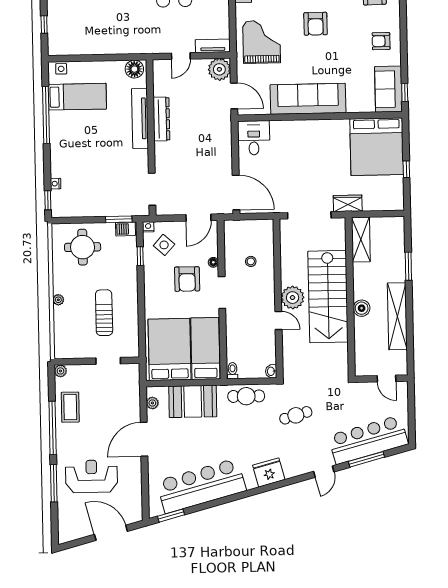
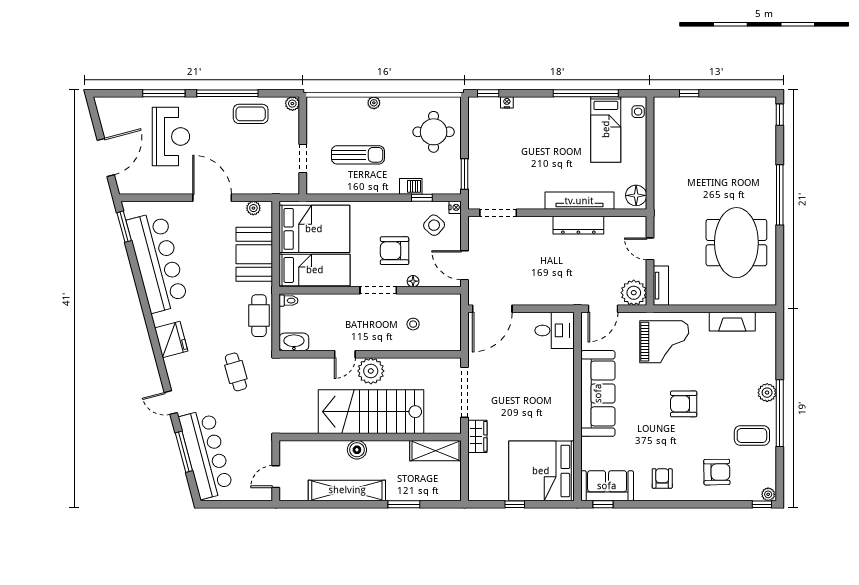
barbecue: (125, 229) -> (411, 186), moved, turned 90
washbasin: (271, 371) -> (294, 342), width x1.91, depth x1.45

